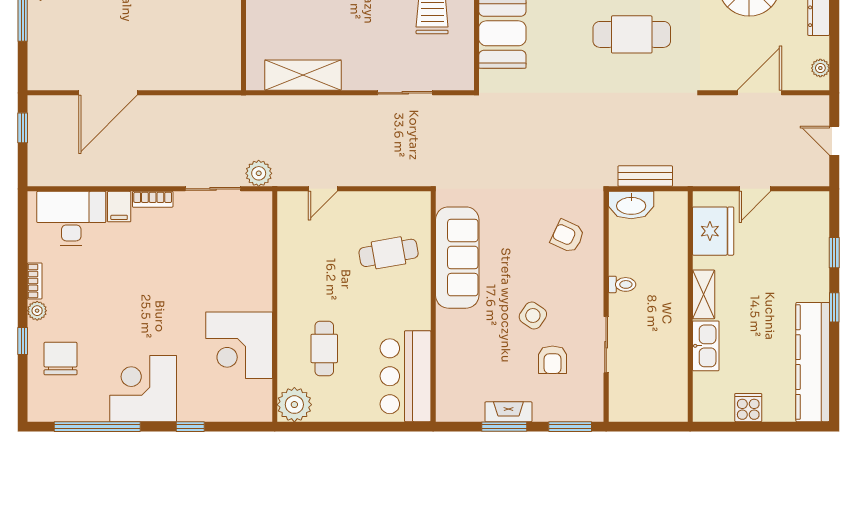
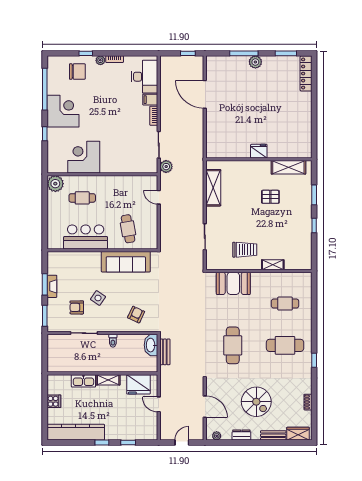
bar counter: (406, 376) -> (86, 237), moved

